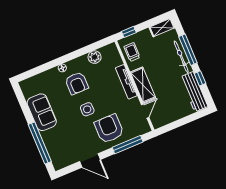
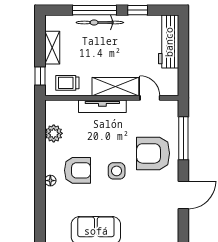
shelving: (162, 28) -> (52, 48), moved
workbench: (194, 92) -> (169, 42), moved, turned 90

